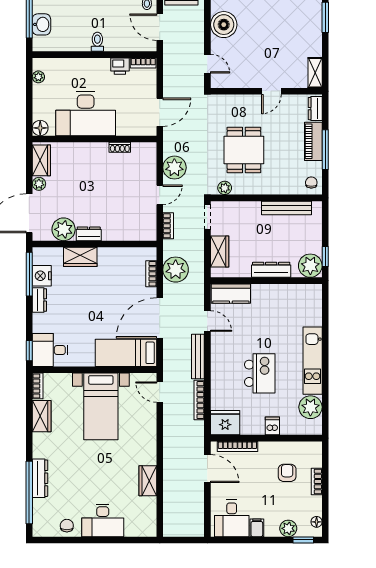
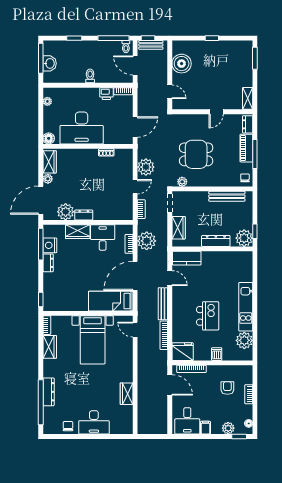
dining table: (244, 150) -> (196, 154), turned 90
desk: (50, 350) -> (103, 238), moved, turned 90

